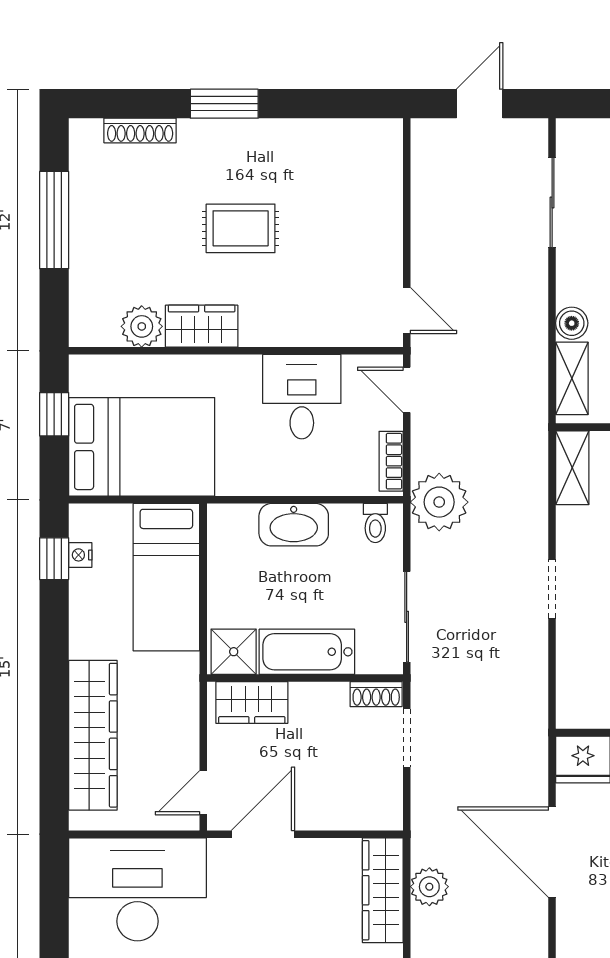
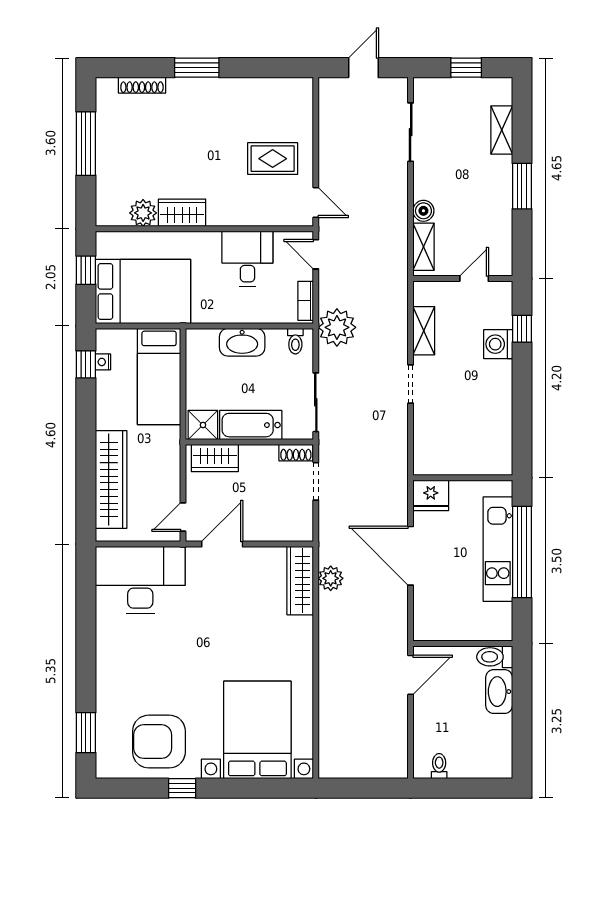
rug: (241, 228) -> (273, 159), moved
shelving: (572, 468) -> (424, 331), moved

